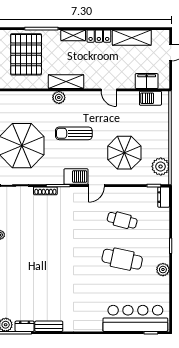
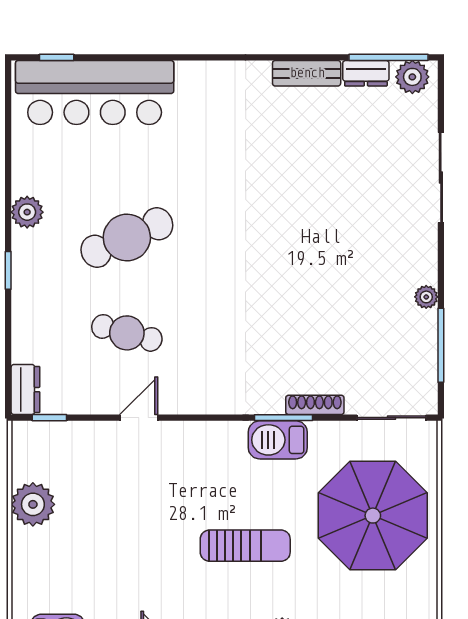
parasol: (124, 153) -> (122, 498), removed
plant: (161, 166) -> (33, 504), moved
barbecue: (76, 176) -> (278, 440), moved
door: (96, 186) -> (139, 418), moved
cafe table: (122, 259) -> (127, 238), turned -36

